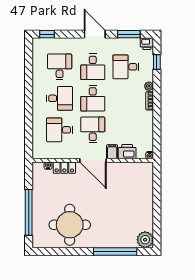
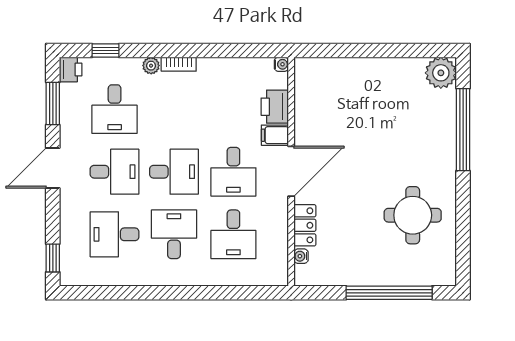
desk: (93, 130) -> (233, 172), turned -90
round table: (70, 225) -> (413, 215), width x0.73, depth x0.73

